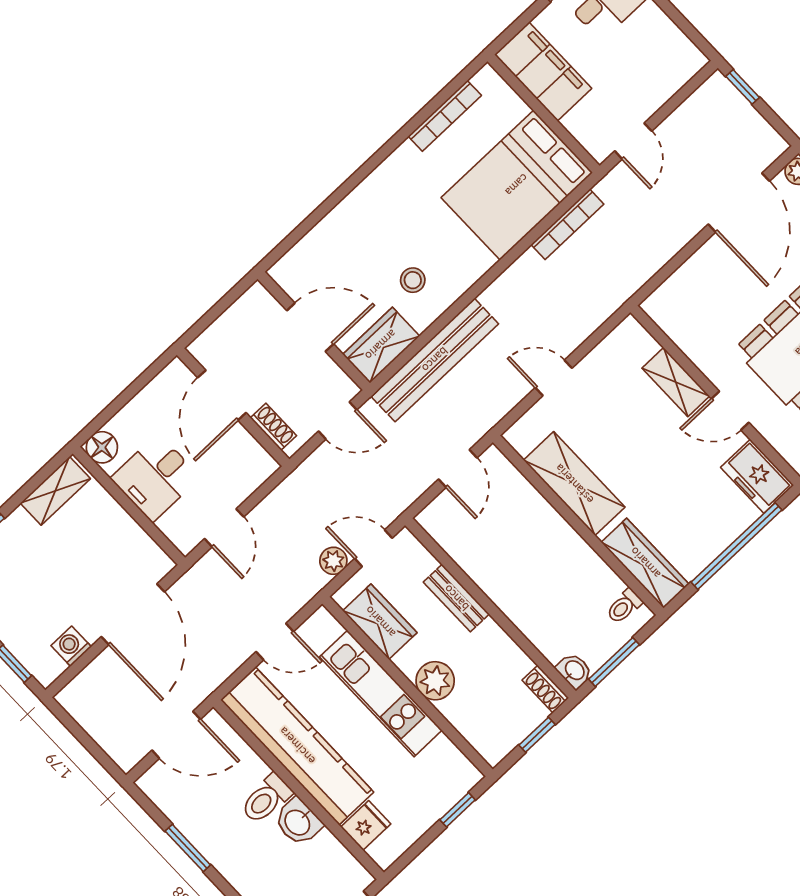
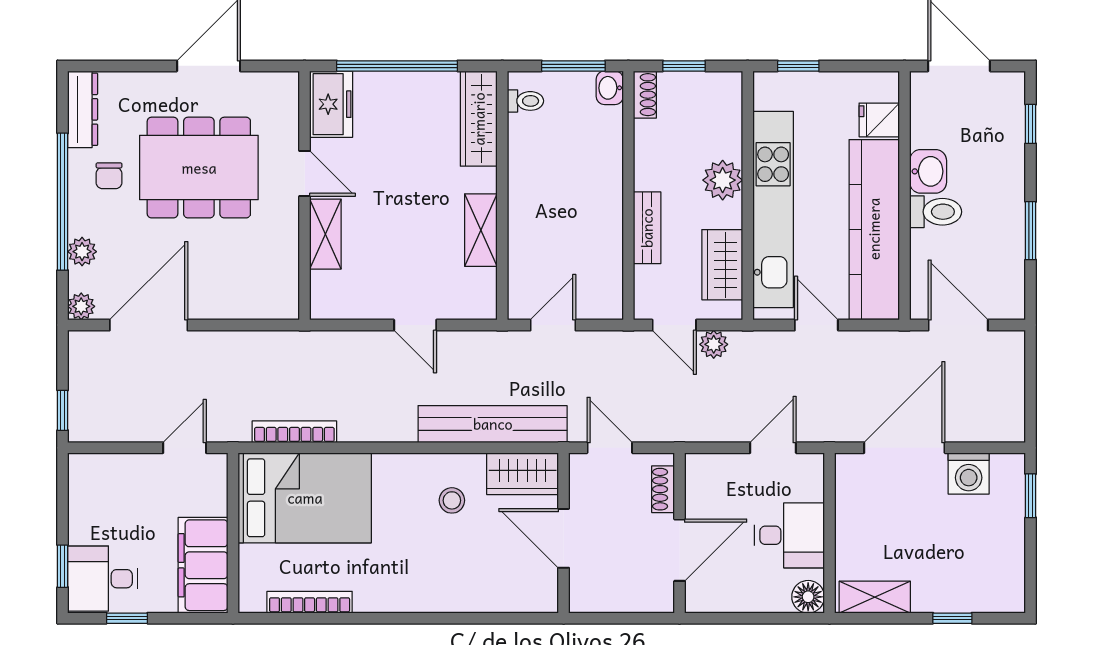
shelving: (574, 484) -> (481, 230), width x0.67, depth x0.75
washing machine: (71, 646) -> (969, 473), width x1.38, depth x1.38
kitchen unit: (381, 694) -> (773, 209), width x1.36

